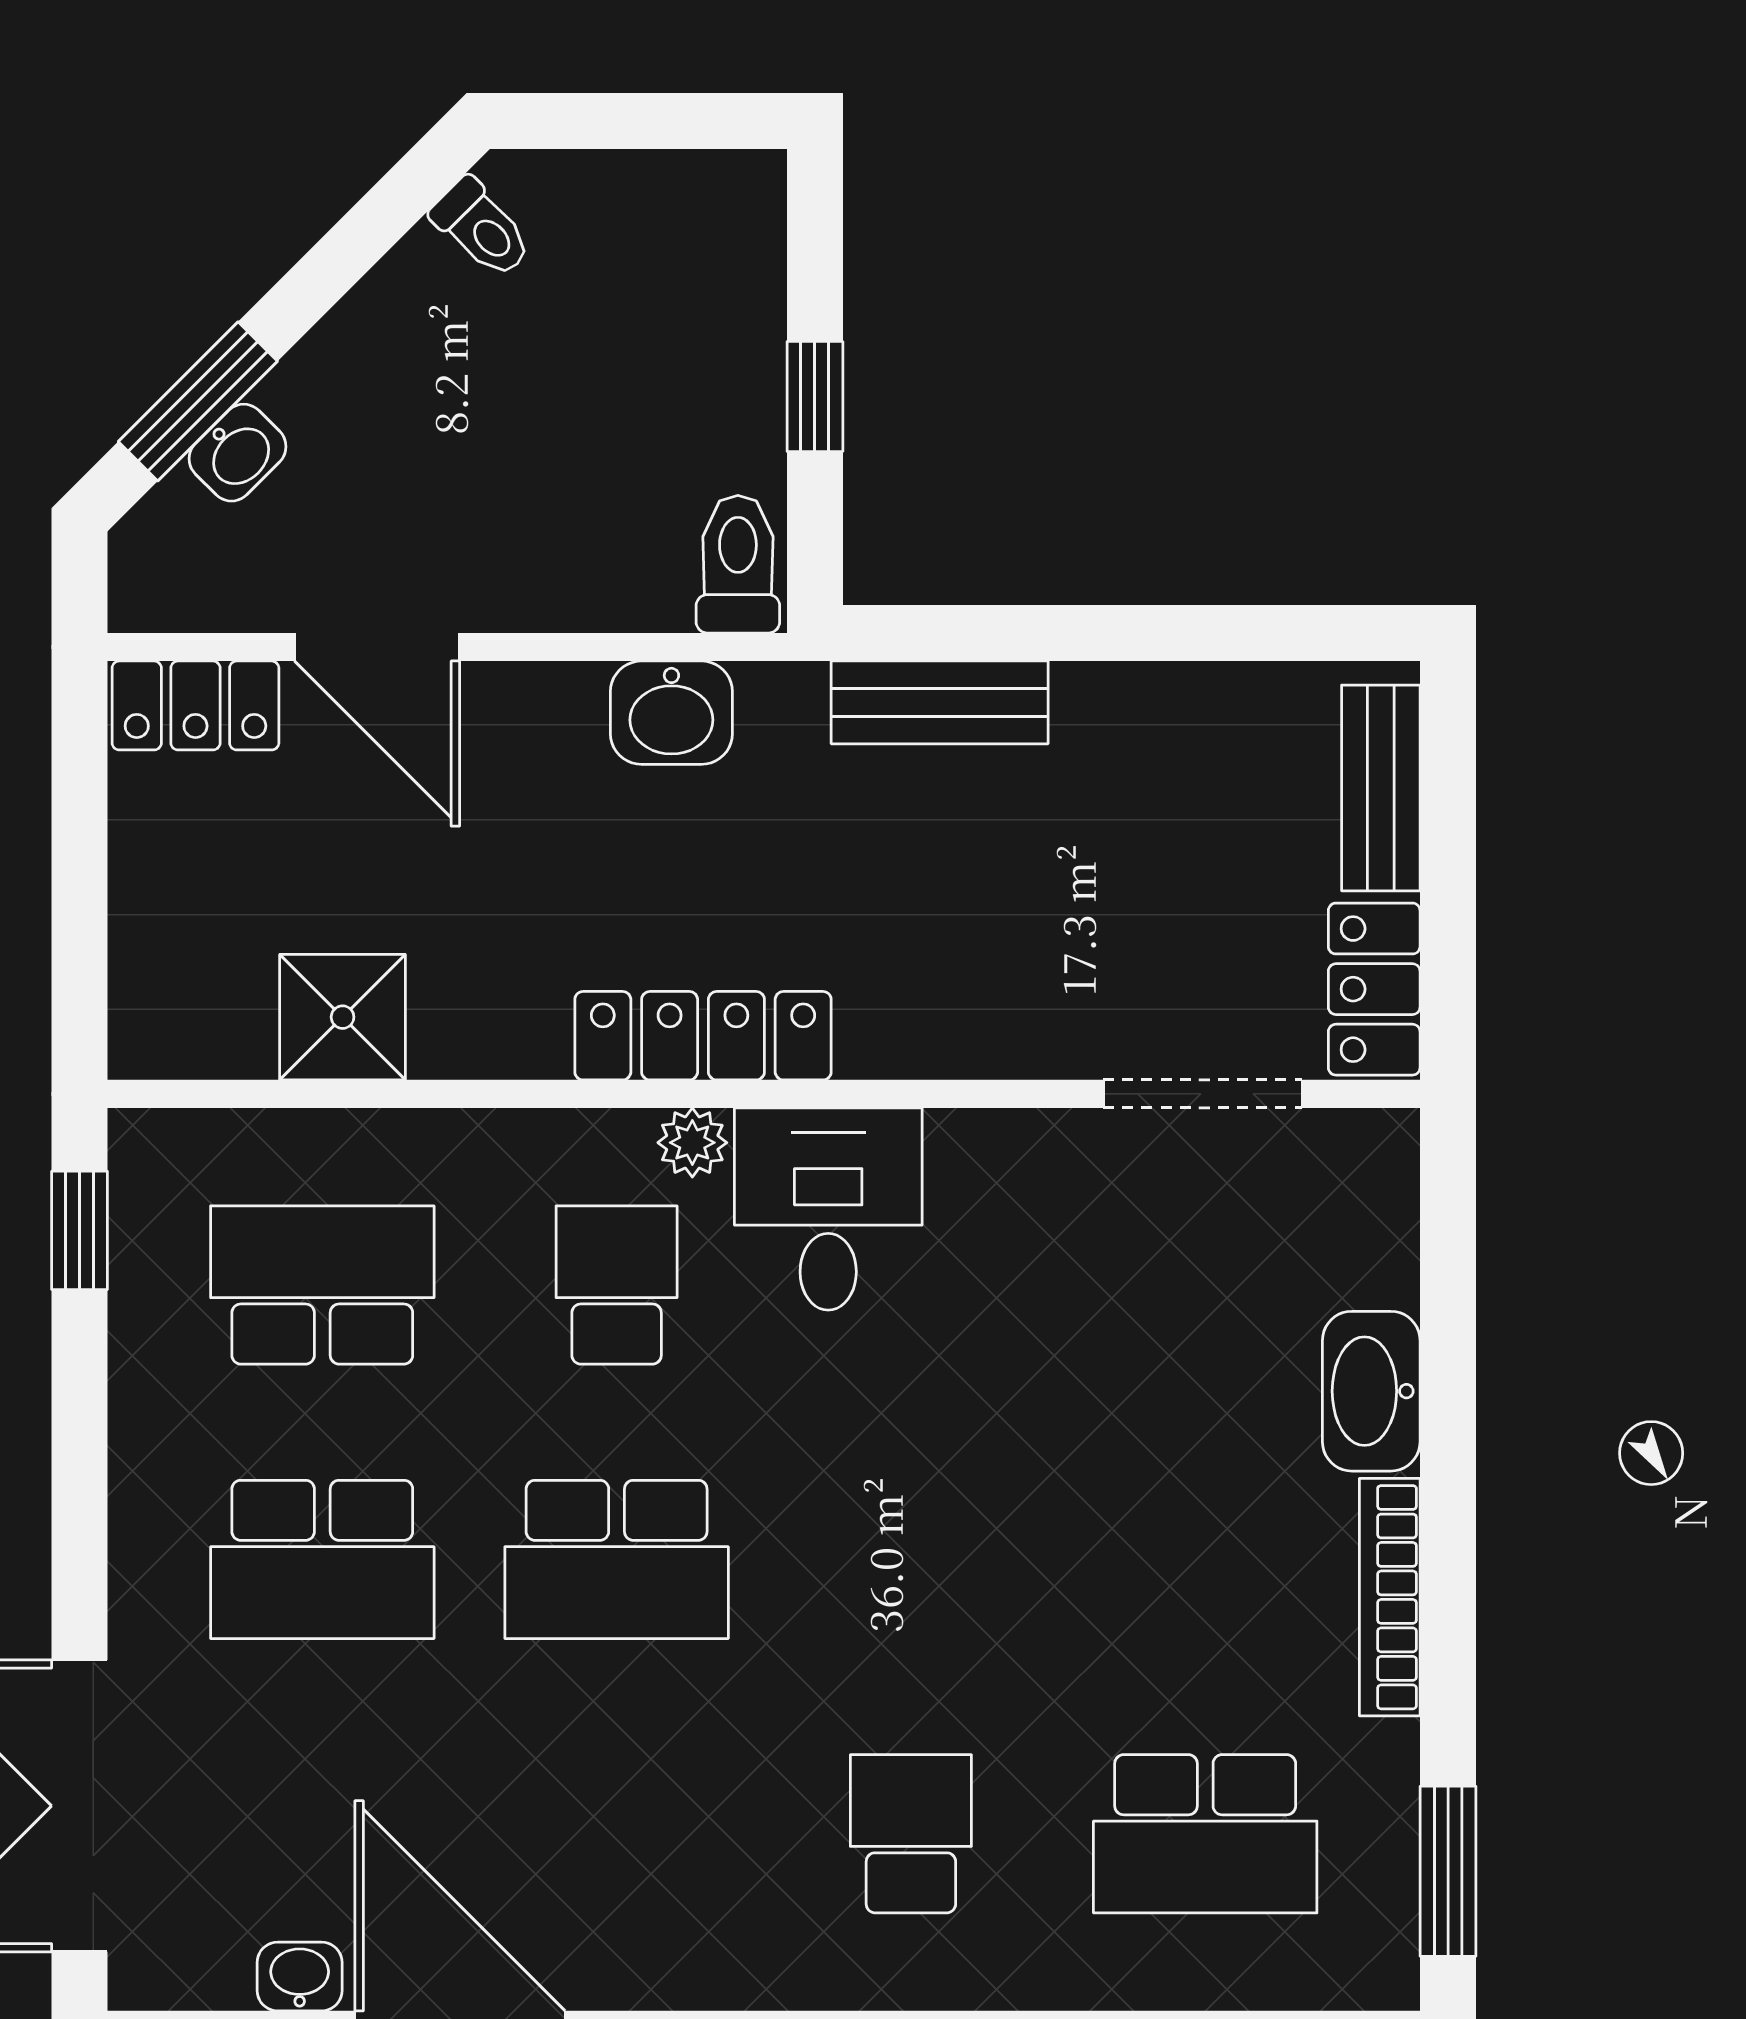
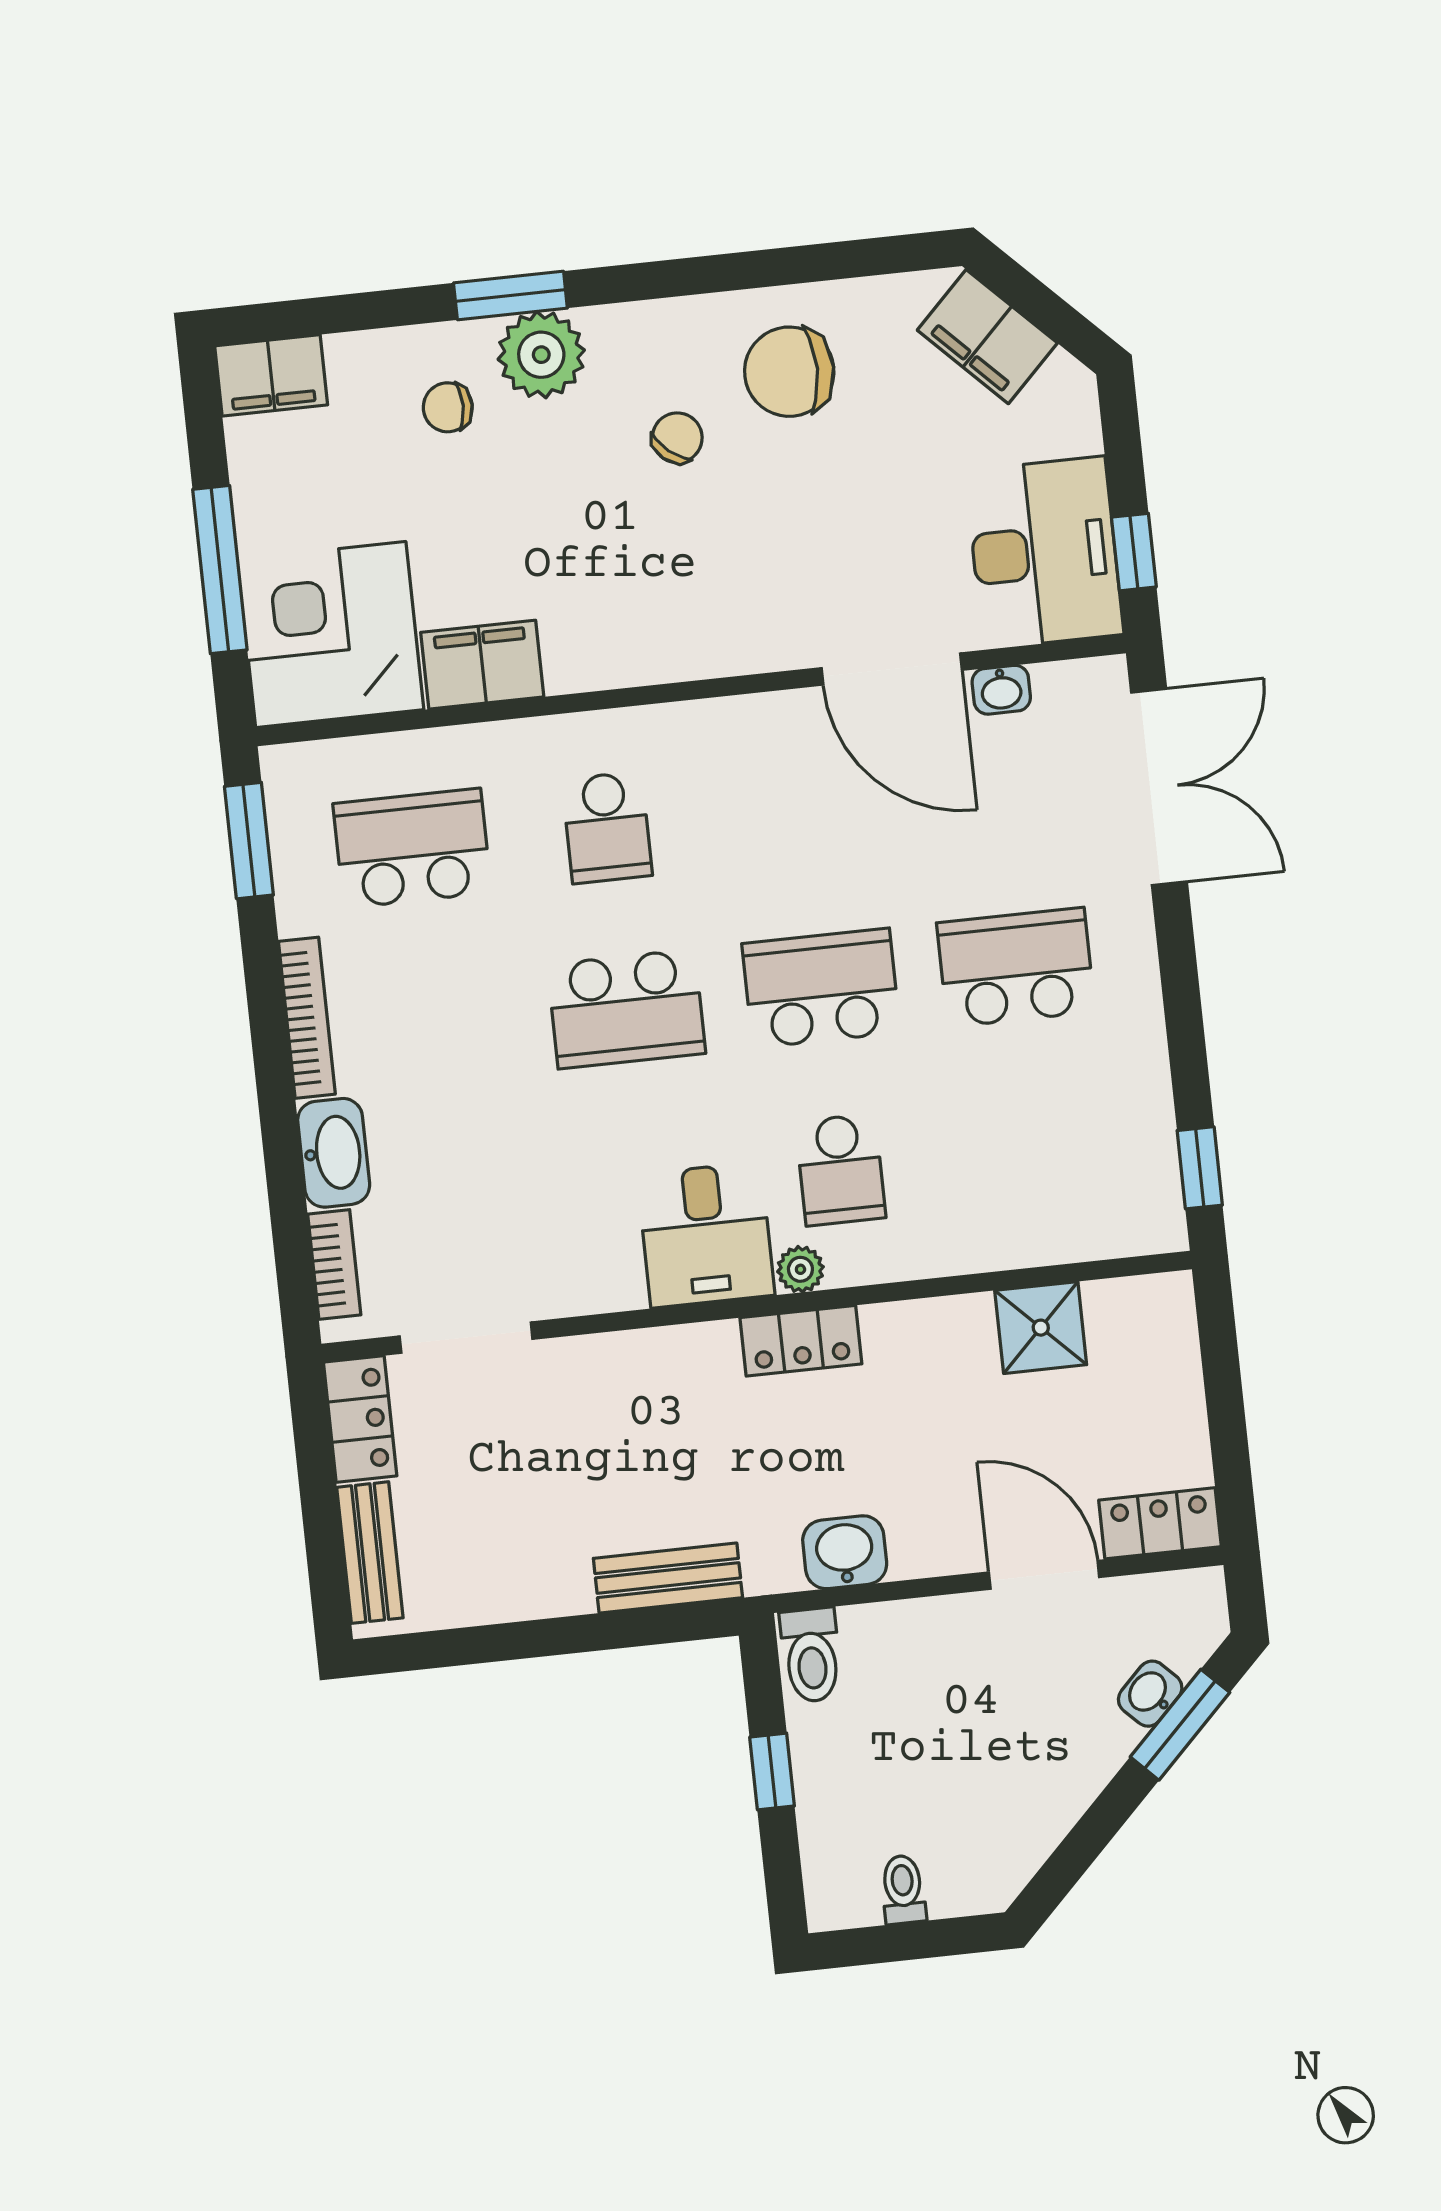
toilet: (482, 228) -> (903, 1890), moved, turned 45
locker: (703, 1036) -> (801, 1341), width x0.66
bookcase: (1388, 1224) -> (334, 1264), added
school desk: (322, 1285) -> (626, 1009), moved

